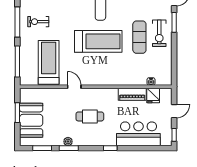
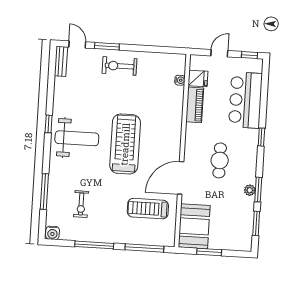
exercise bike: (38, 22) -> (81, 204), moved
exercise bike: (159, 33) -> (120, 66), turned 180
exercise mat: (139, 37) -> (123, 91), removed
treadmill: (49, 62) -> (148, 209), width x0.73, depth x0.73
door: (74, 87) -> (181, 178), width x1.88
door: (174, 111) -> (219, 53), hinge flipped
booth: (31, 120) -> (194, 226), moved, turned 90

